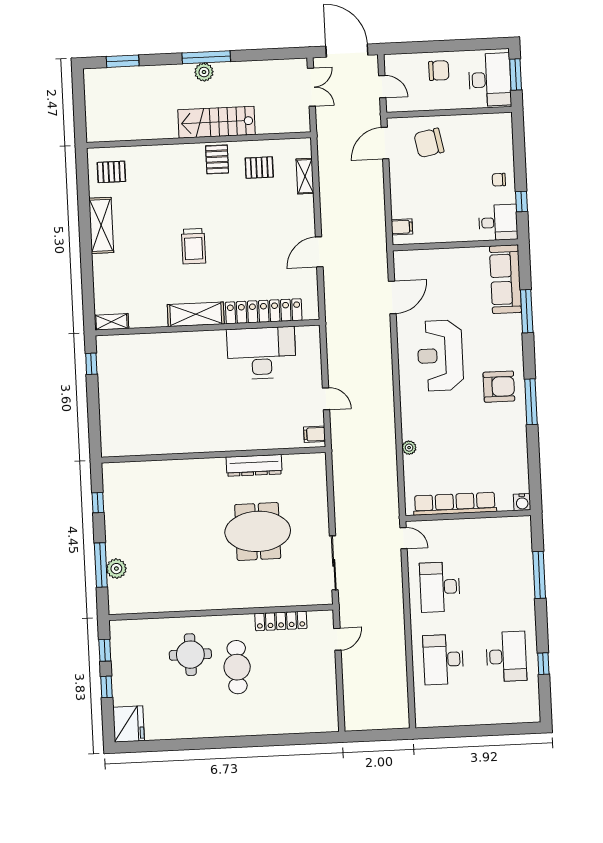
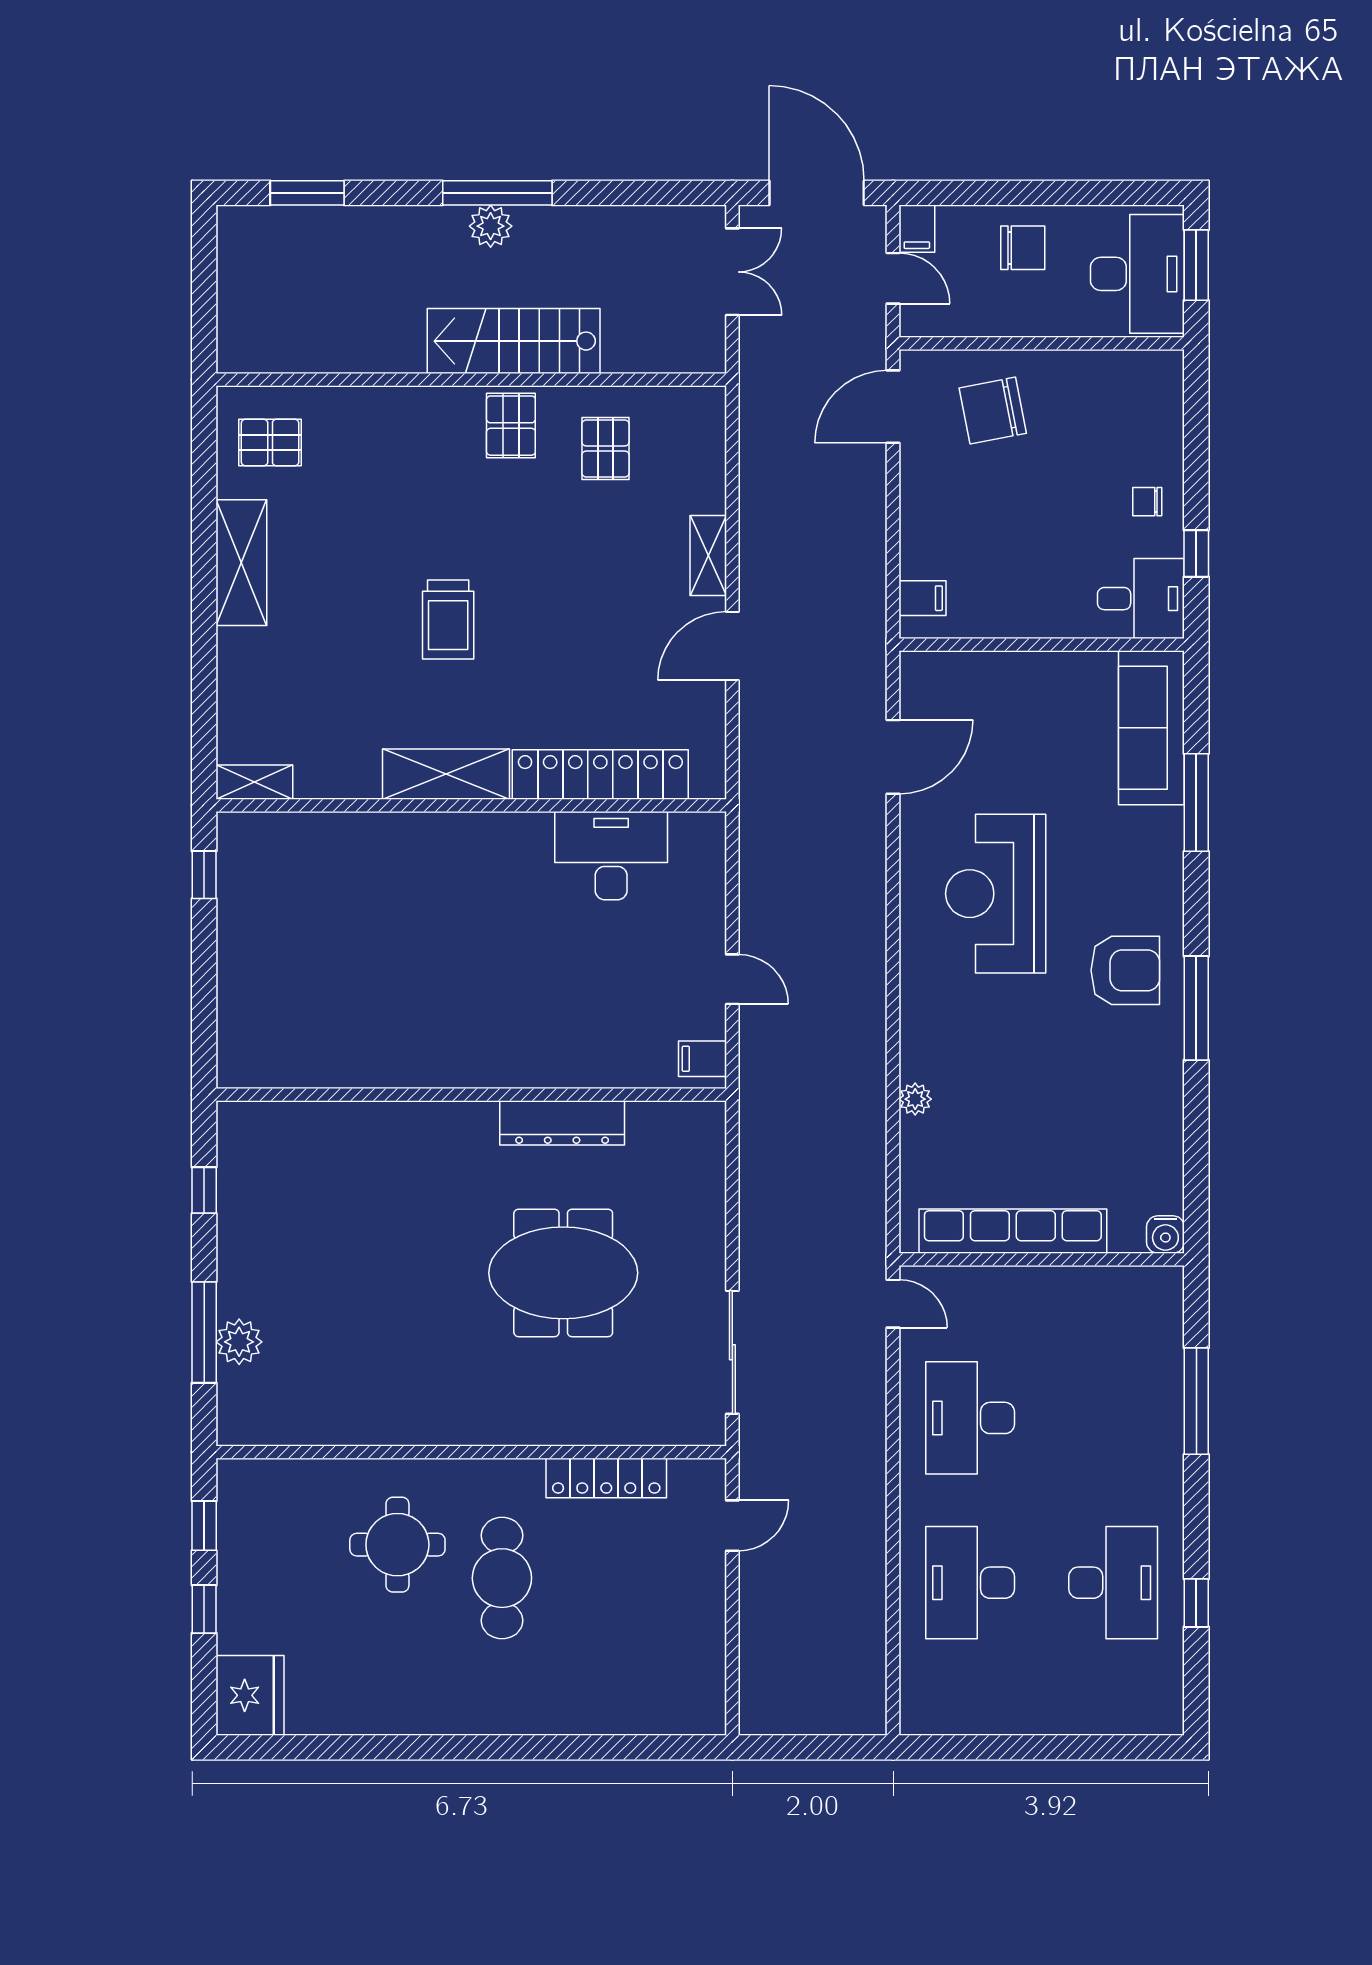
filing cabinet: (392, 64) -> (917, 229), added
pallet: (259, 168) -> (605, 448), turned 90
shelving: (305, 176) -> (708, 555), moved
desk: (261, 353) -> (611, 856), width x0.73, depth x0.77

